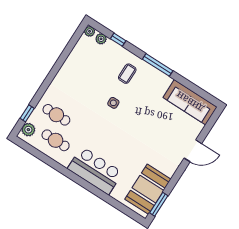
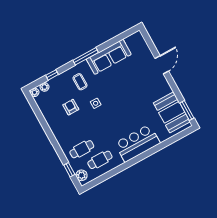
armchair: (95, 79) -> (71, 107), added
sofa: (190, 102) -> (109, 57), moved

